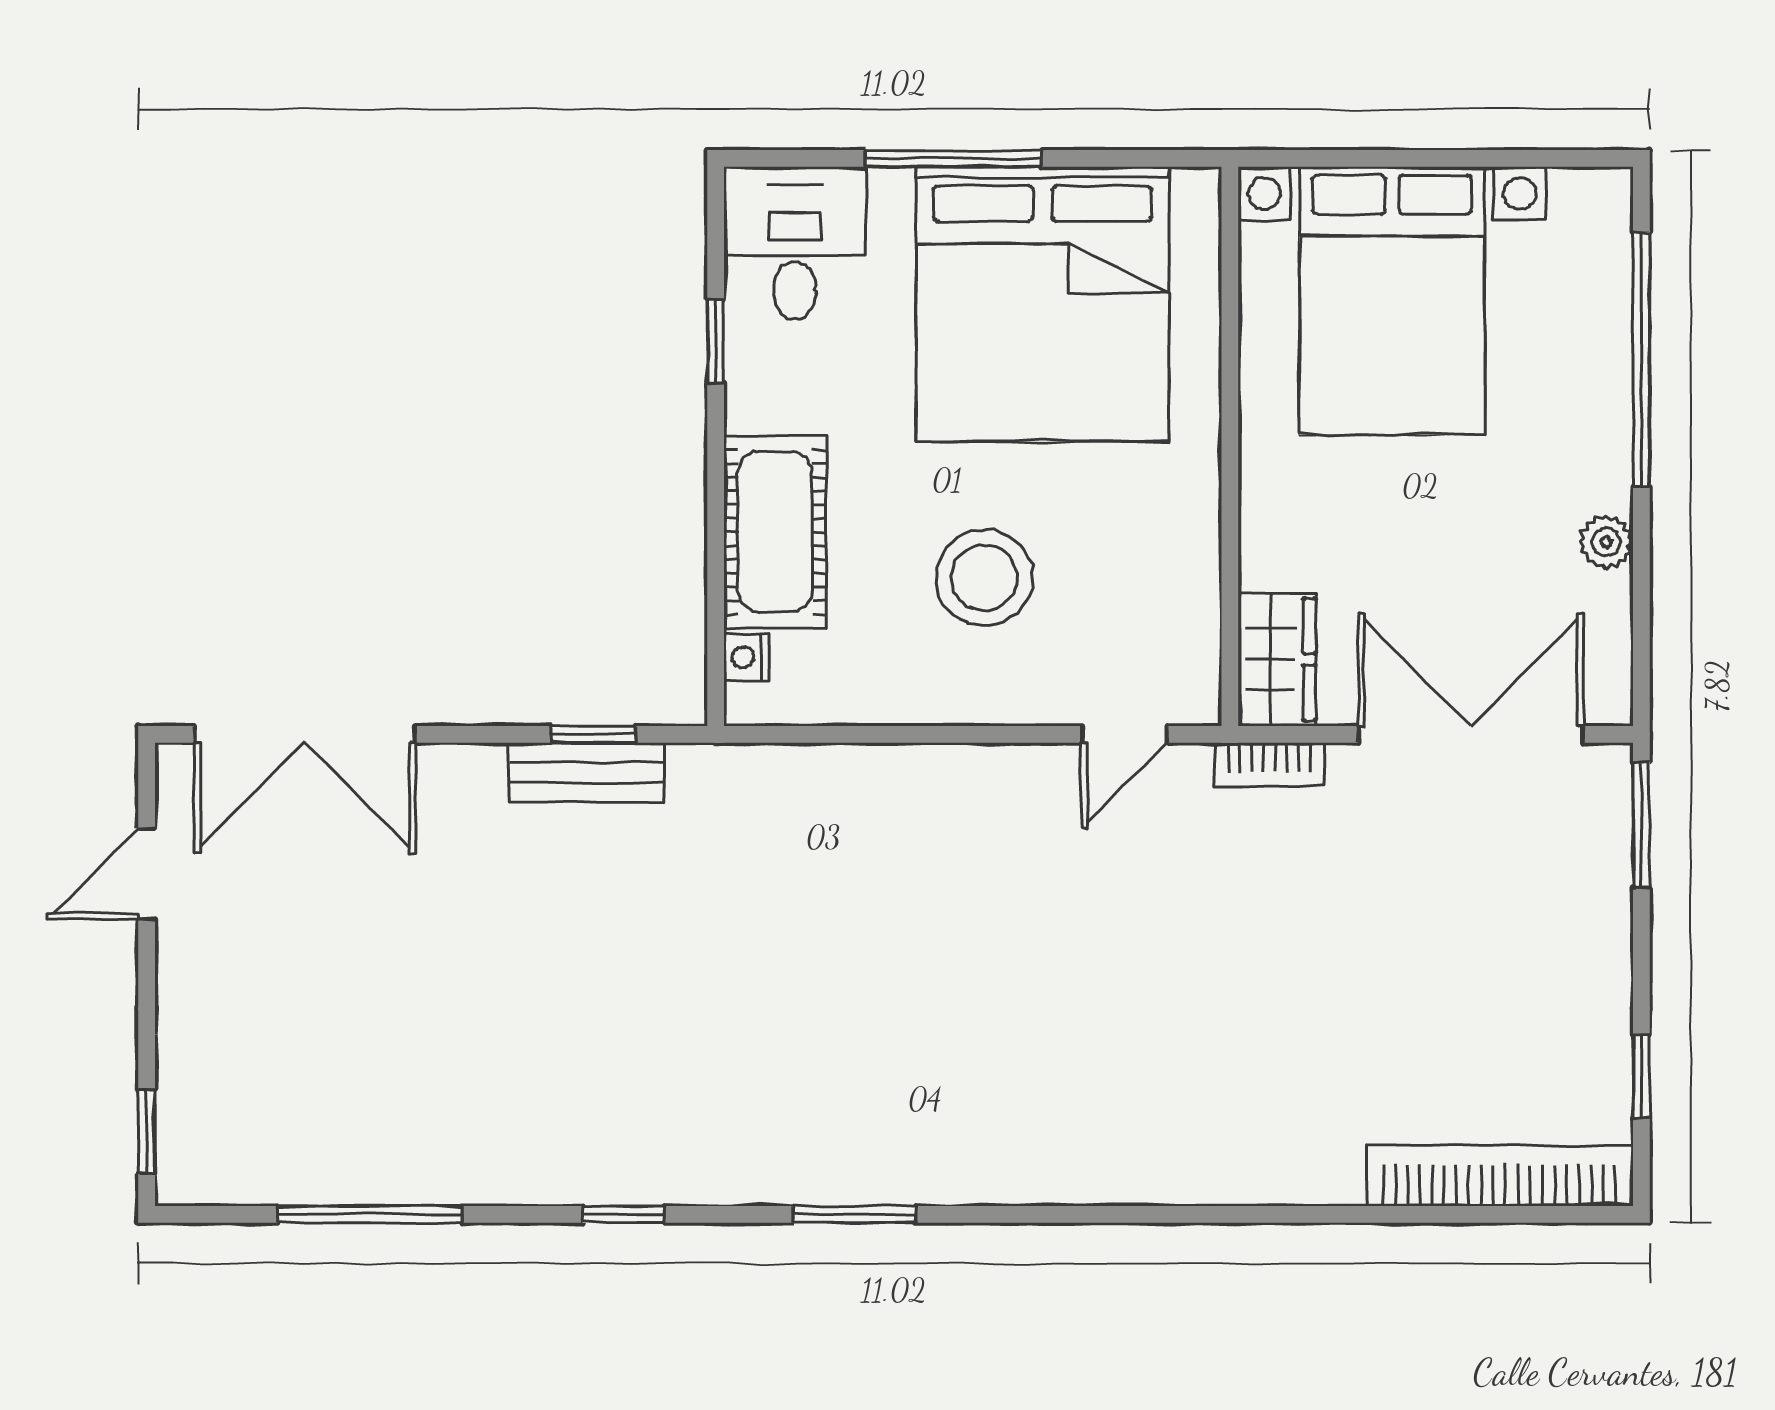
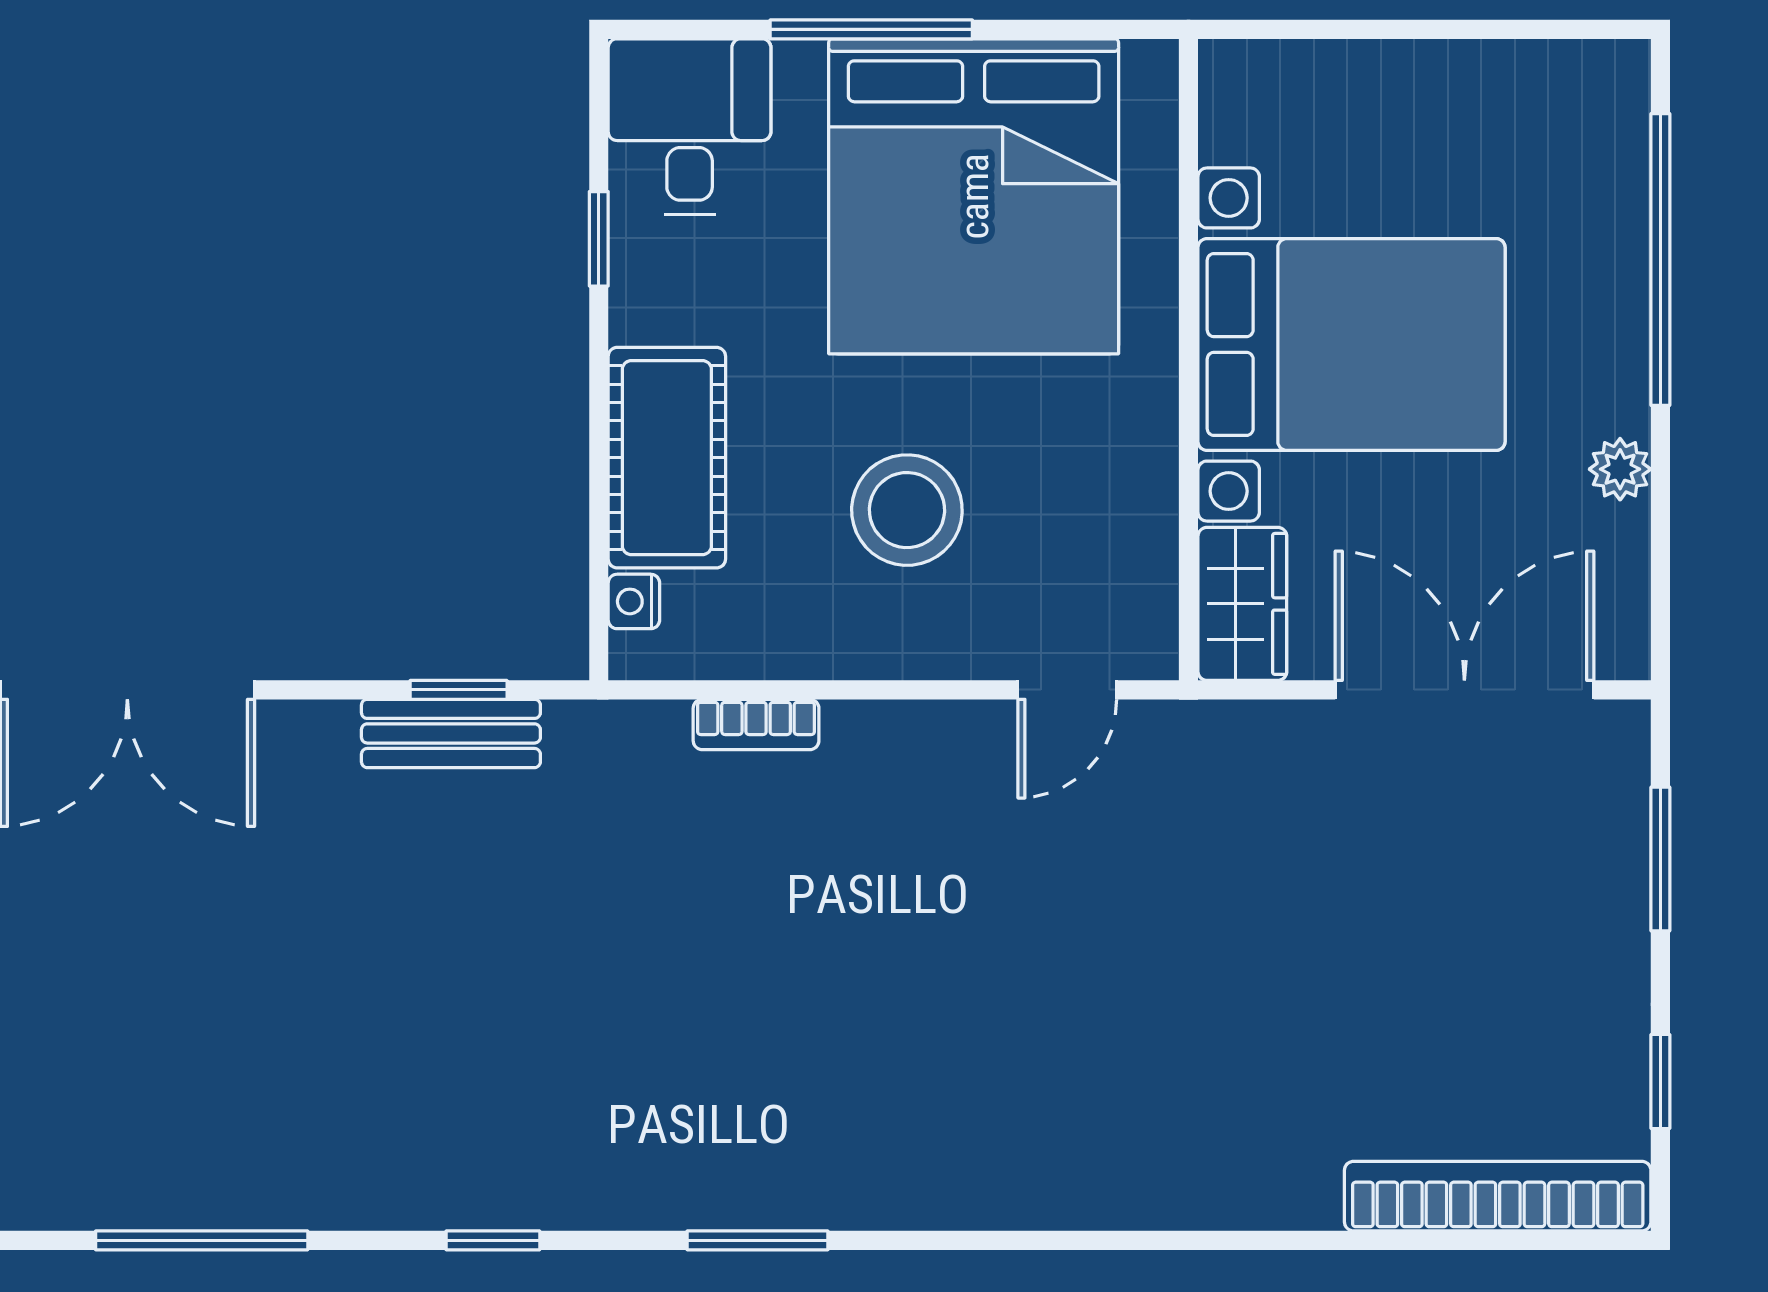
bed with nightstands: (1392, 301) -> (1351, 345), moved, turned -90
bookcase: (1269, 765) -> (756, 724), moved
window: (1641, 825) -> (1660, 859), moved

